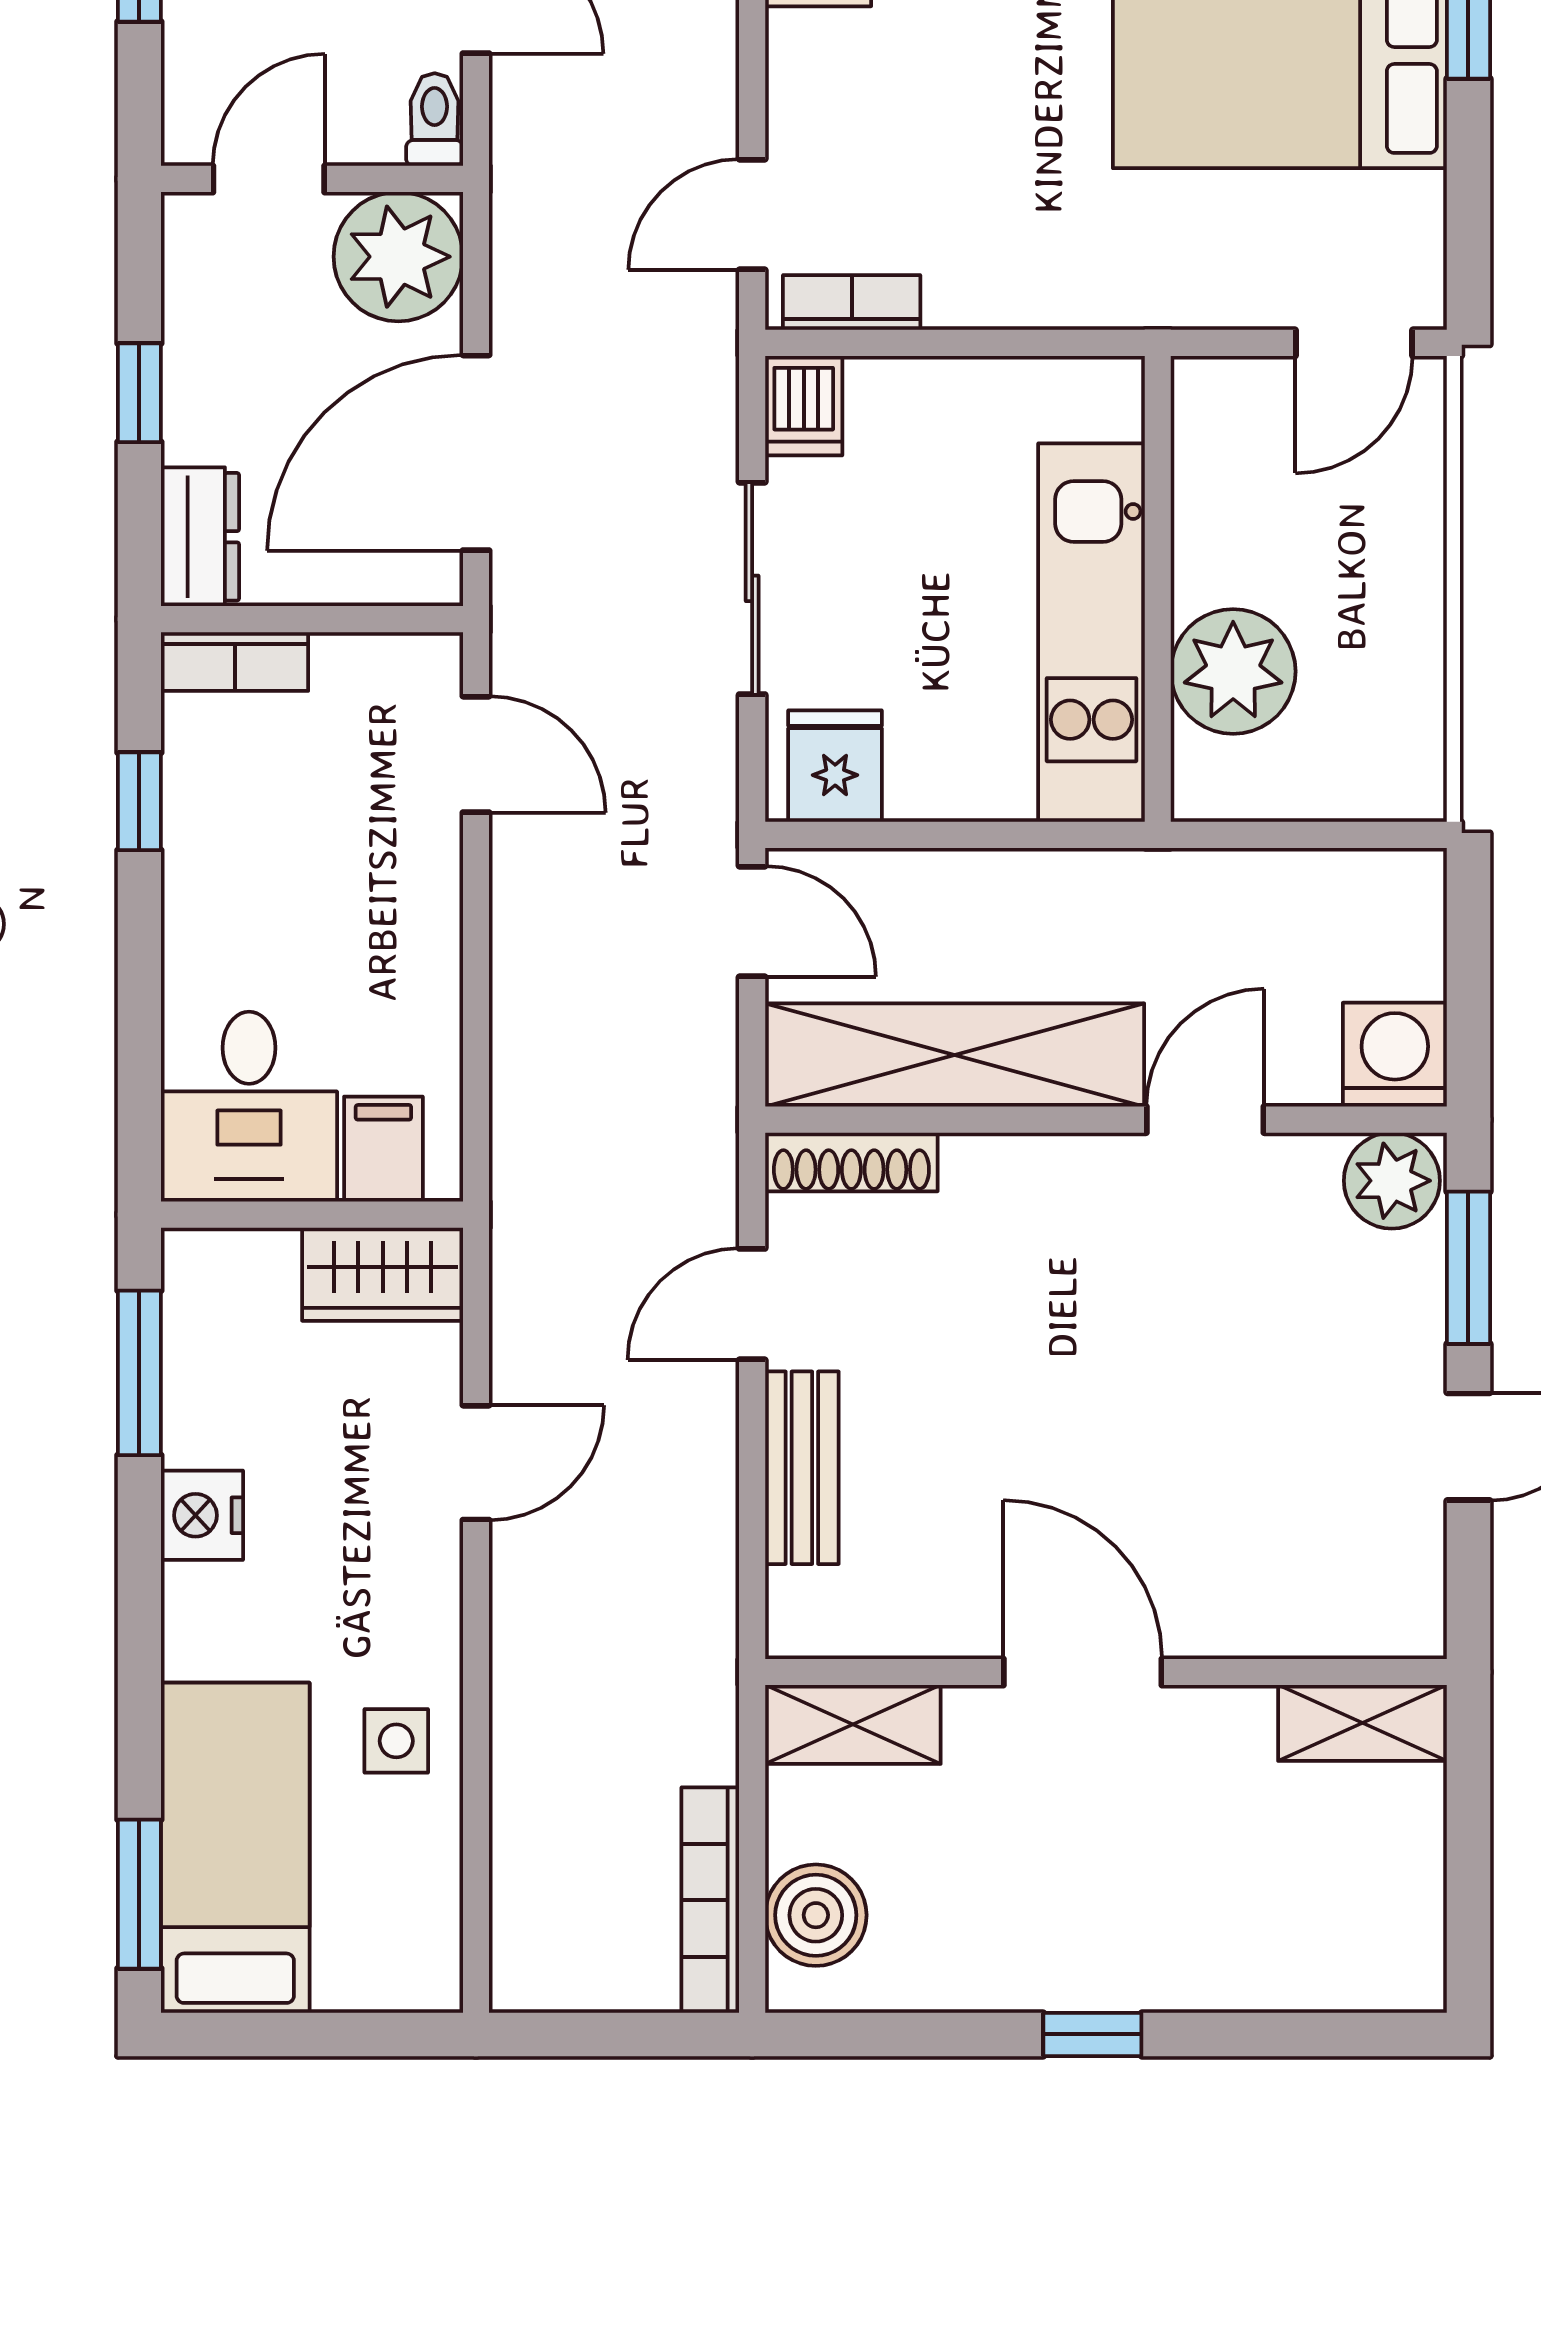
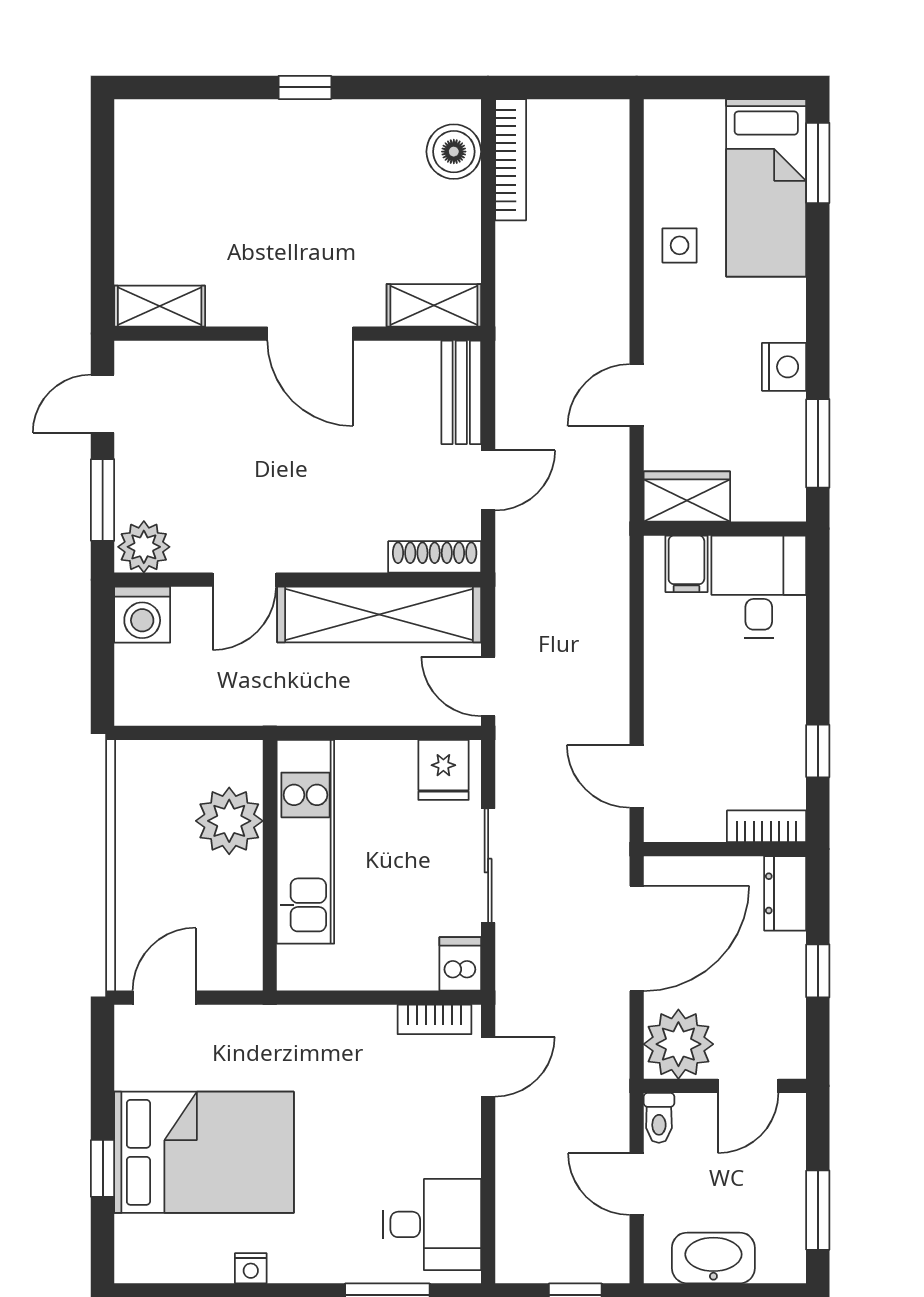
door: (1083, 1672) -> (310, 334), moved
wall: (1106, 1672) -> (298, 334), moved
shelving: (1362, 1723) -> (160, 306), moved
shelving: (853, 1724) -> (434, 305), moved

